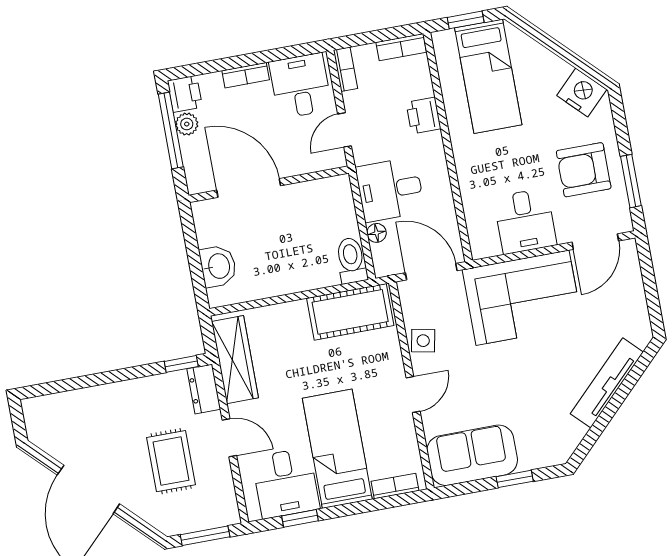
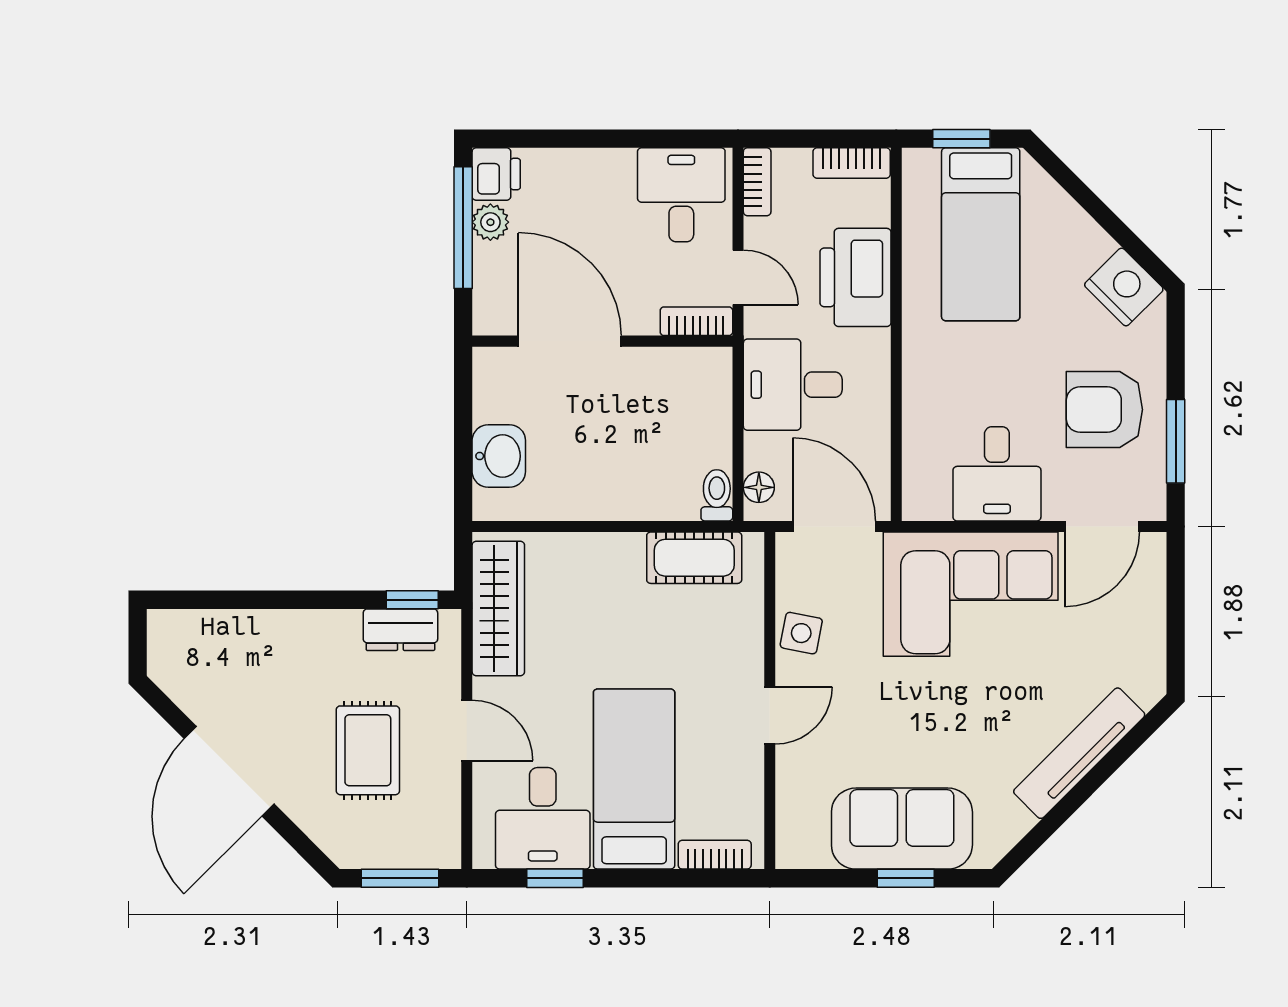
bookcase: (246, 75) -> (696, 321), moved, turned 180
printer: (423, 116) -> (856, 277), width x1.87, depth x1.48
door: (345, 130) -> (738, 277), swing flipped
floor lamp: (377, 233) -> (759, 487), moved
toilet: (351, 260) -> (717, 495), width x0.73, depth x0.72
cot: (350, 312) -> (694, 558), width x0.73, depth x0.75
dresser: (204, 389) -> (400, 630), moved, turned -90
sofa: (472, 455) -> (902, 829), moved

